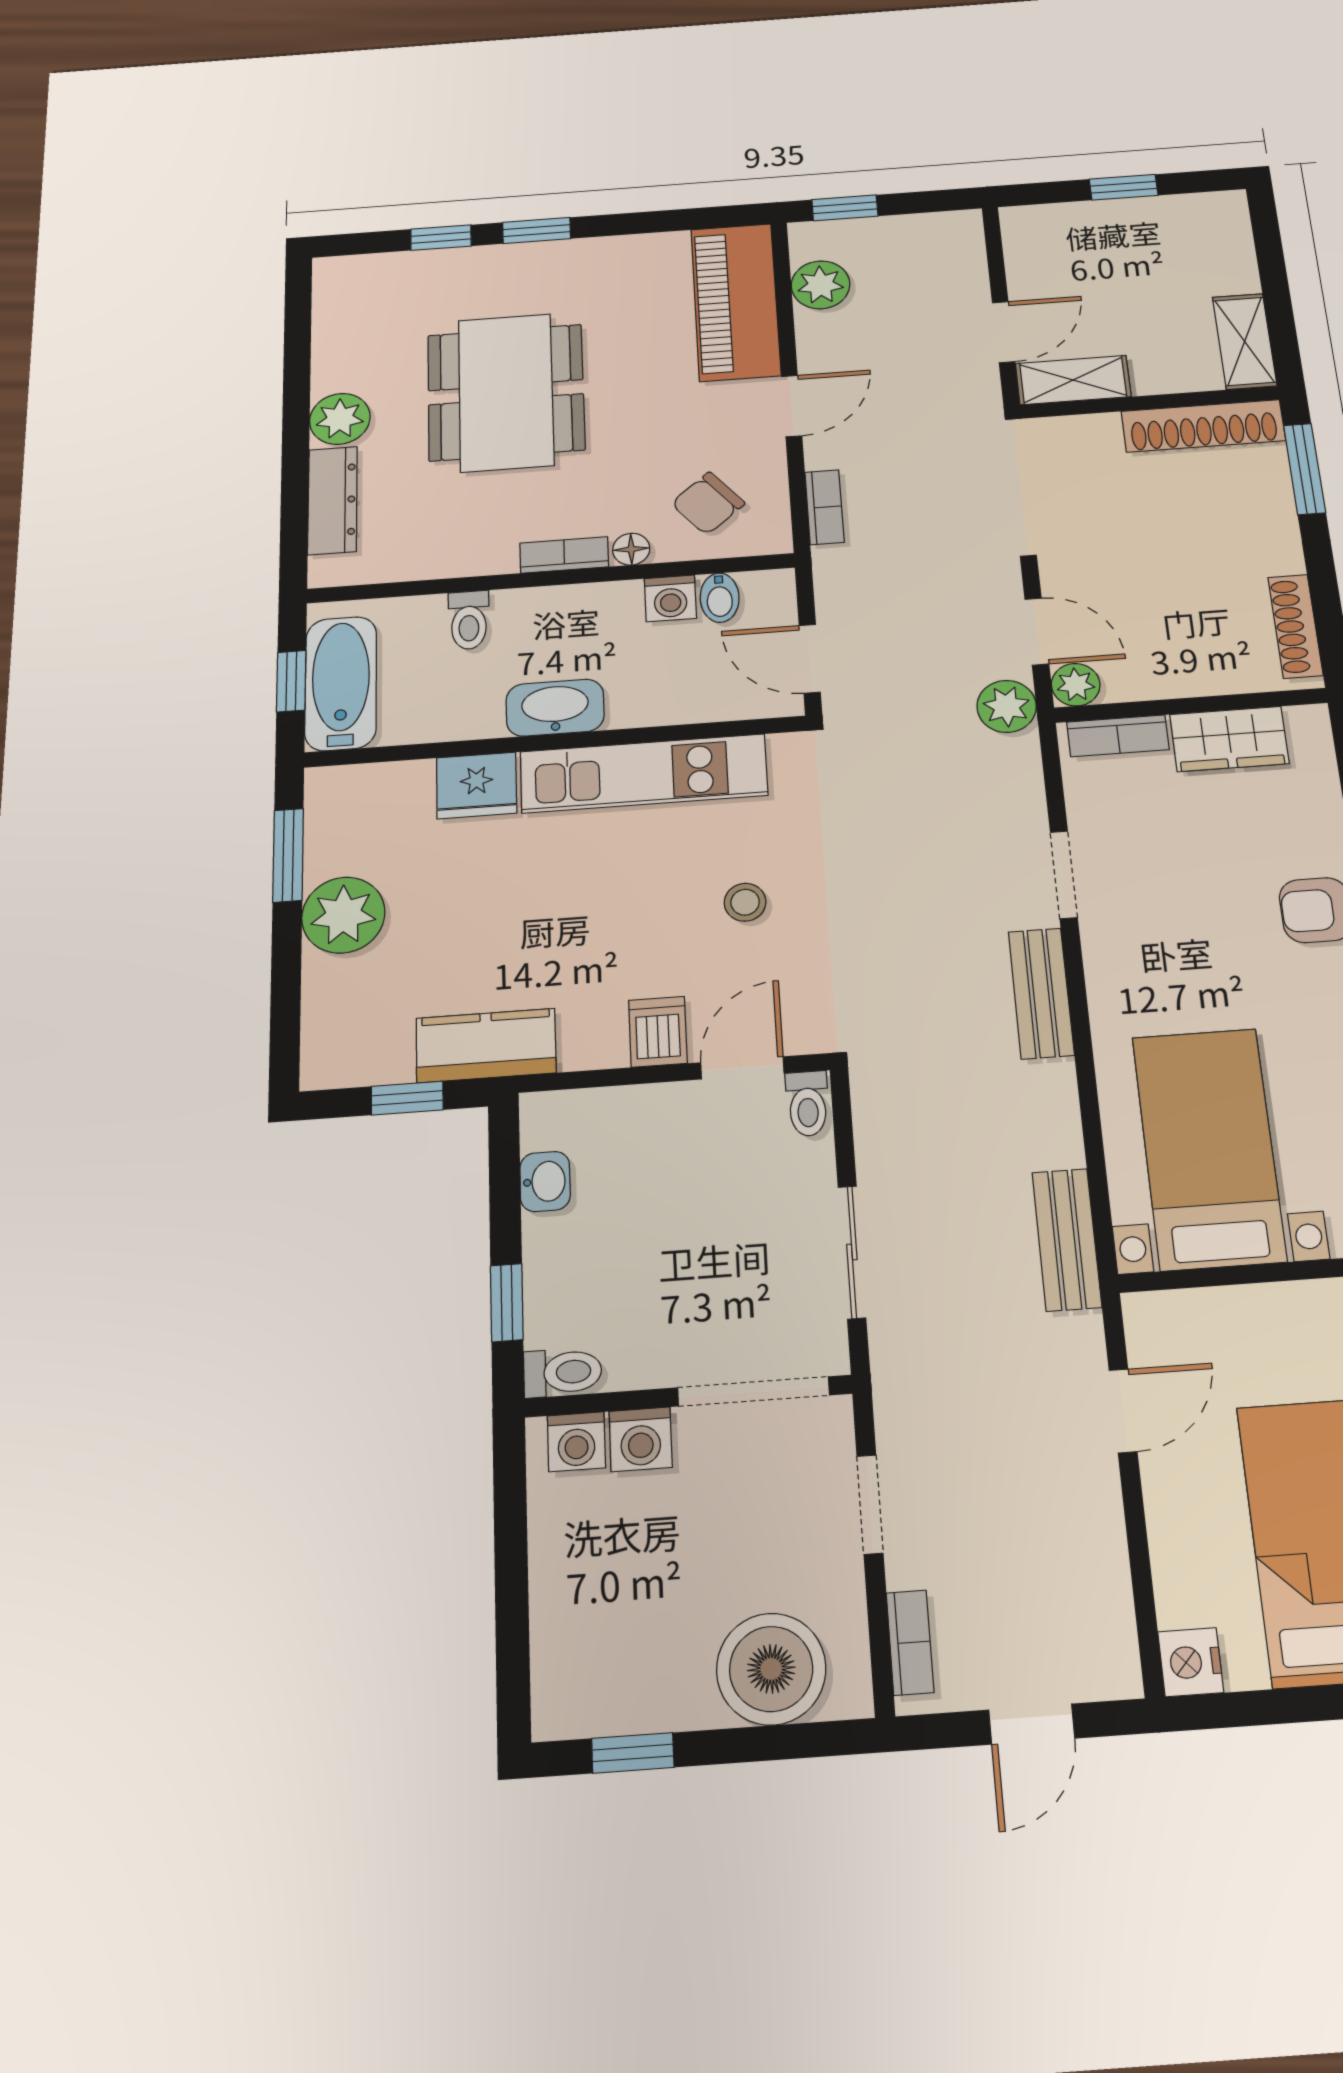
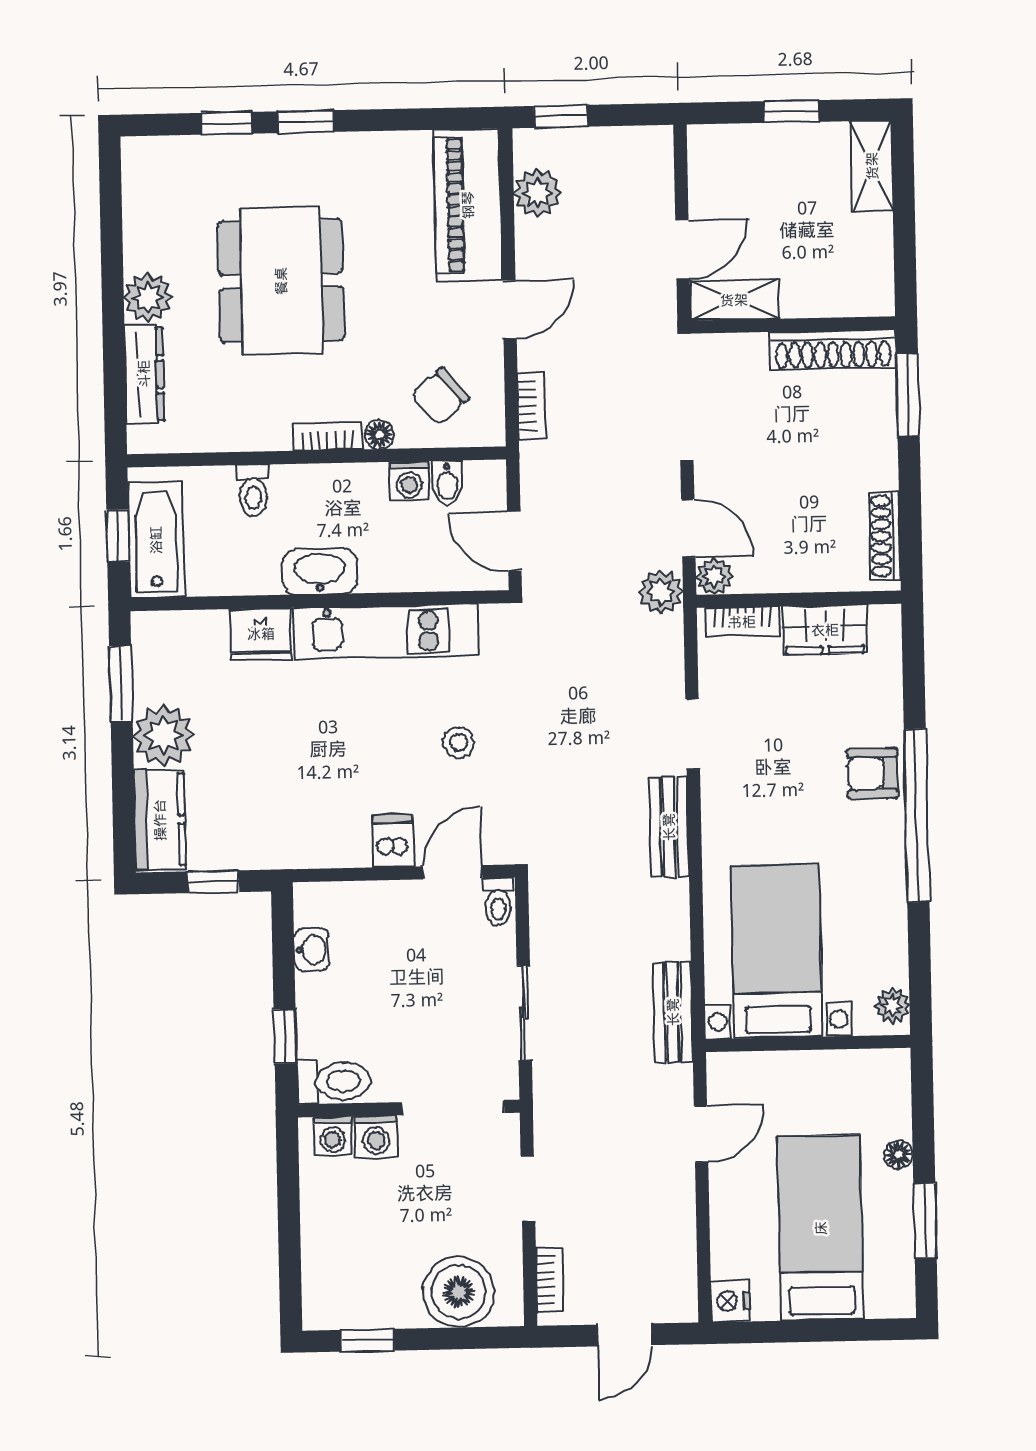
shelving: (1245, 341) -> (872, 166), moved
kitchen counter: (486, 1046) -> (160, 820), moved, turned 90
toilet: (563, 1372) -> (334, 1081), width x1.37, depth x1.39

